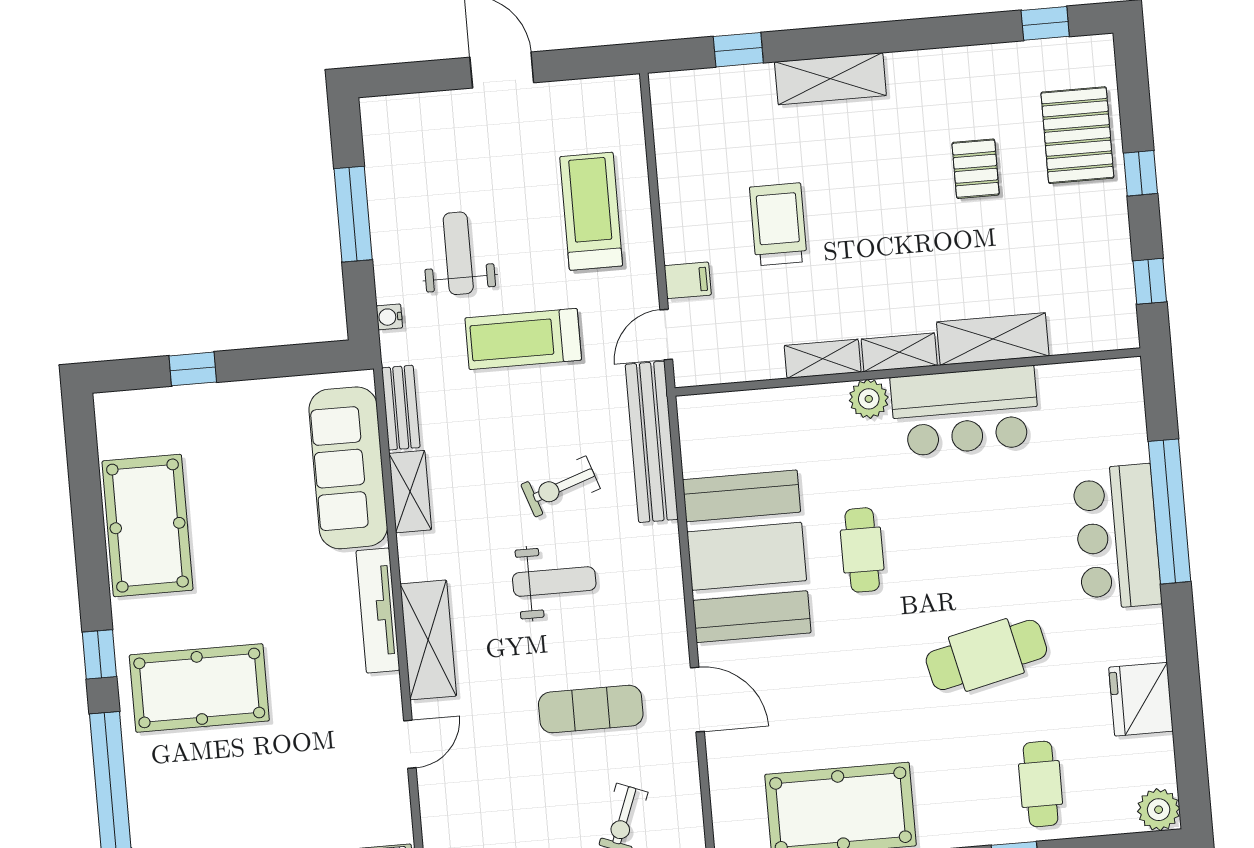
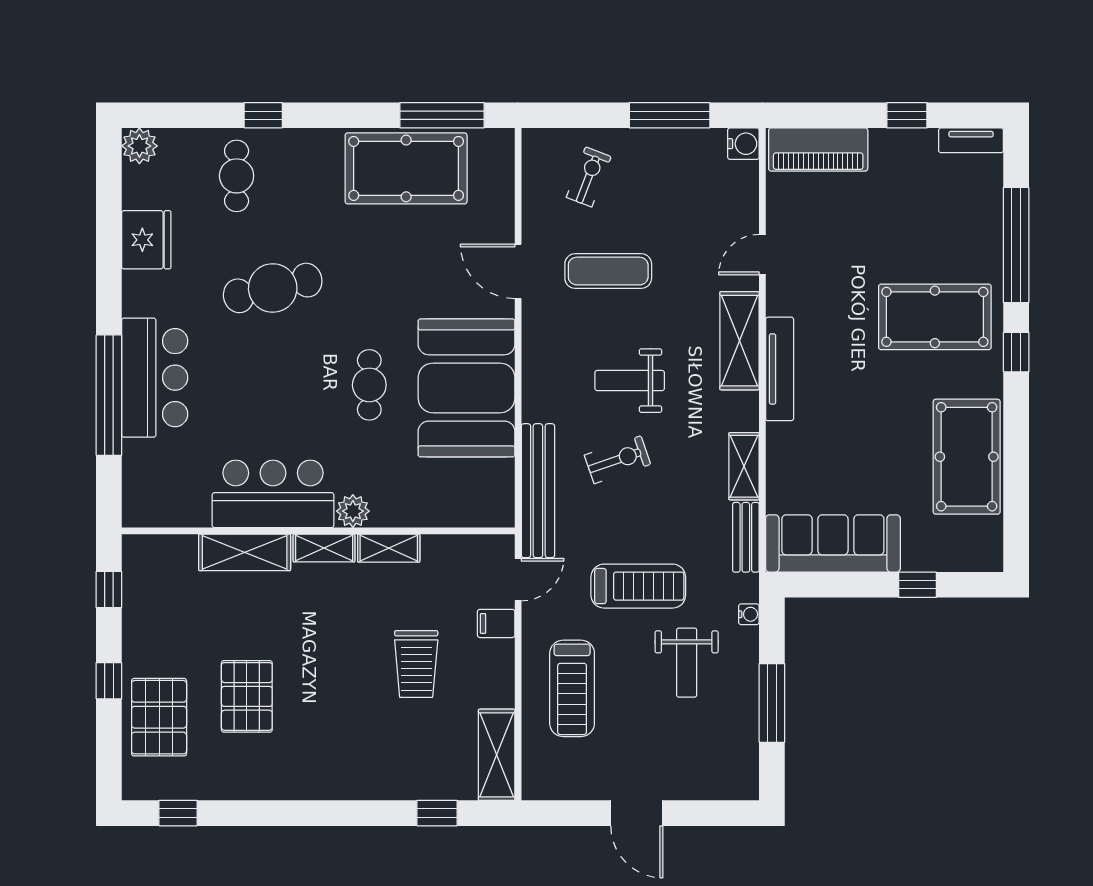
shelving: (830, 79) -> (497, 755), moved, turned 90
pallet: (976, 169) -> (247, 696), width x1.50, depth x1.42
sofa: (348, 468) -> (833, 543), moved, turned -90

